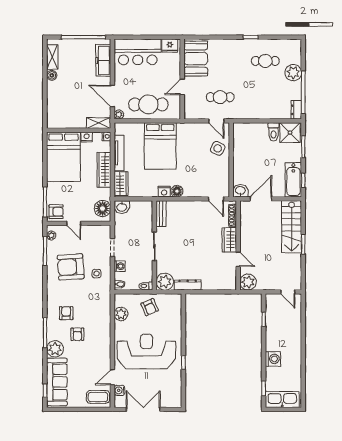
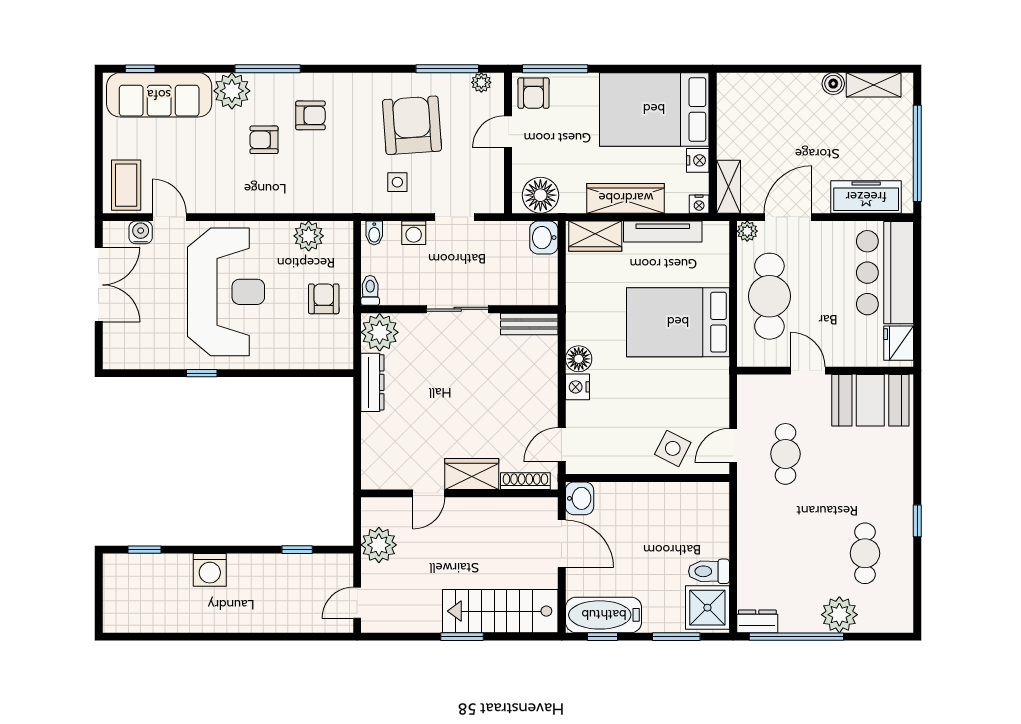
nightstand: (164, 192) -> (578, 387), moved
plant: (248, 282) -> (379, 545), moved
armchair: (150, 307) -> (324, 299), turned 114
kitchen sink: (282, 400) -> (120, 590), removed

